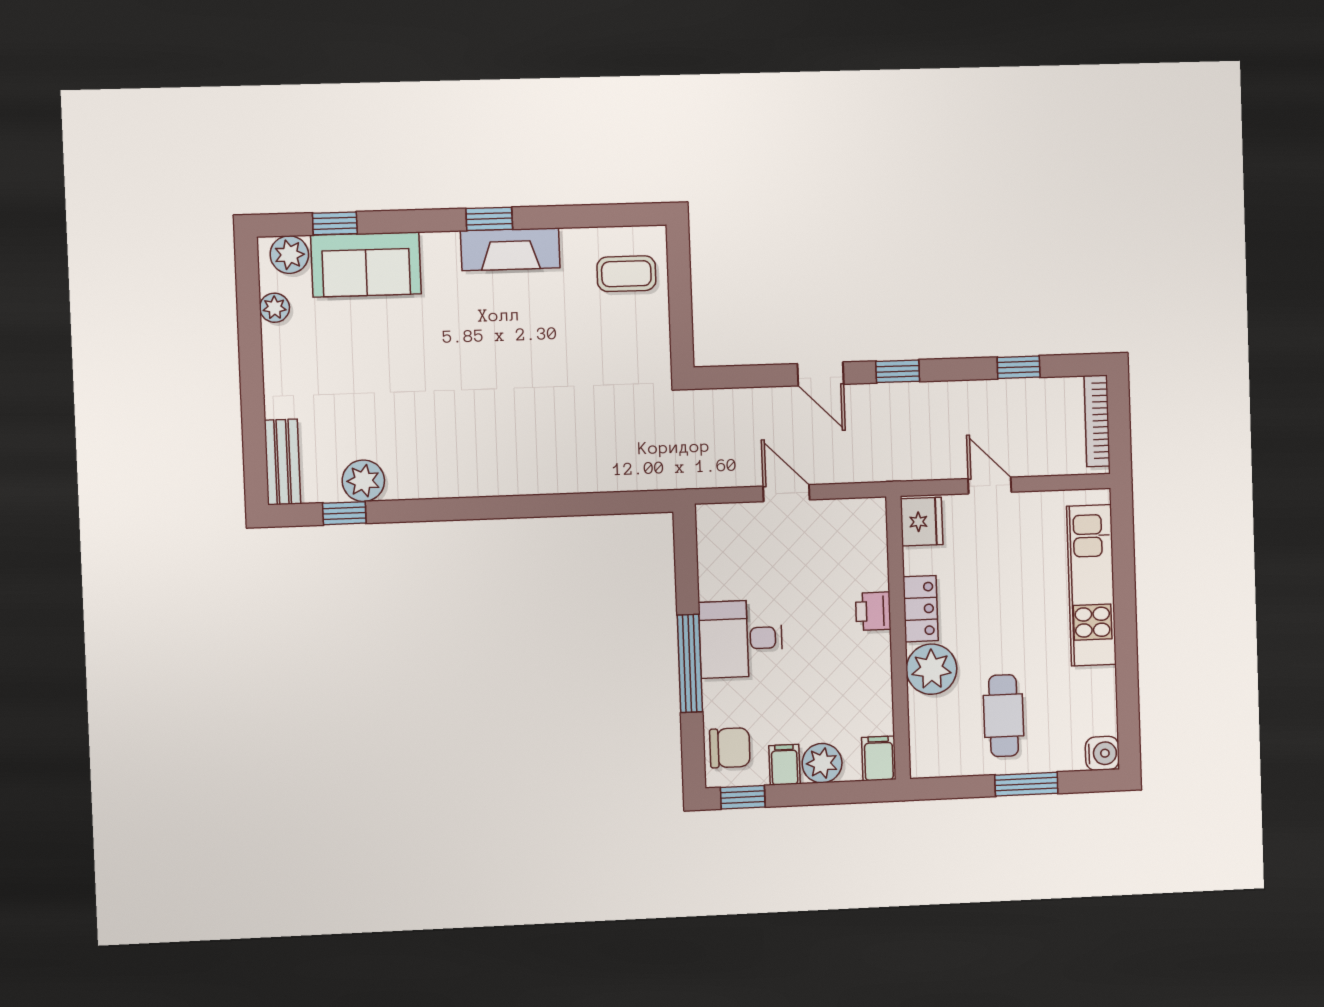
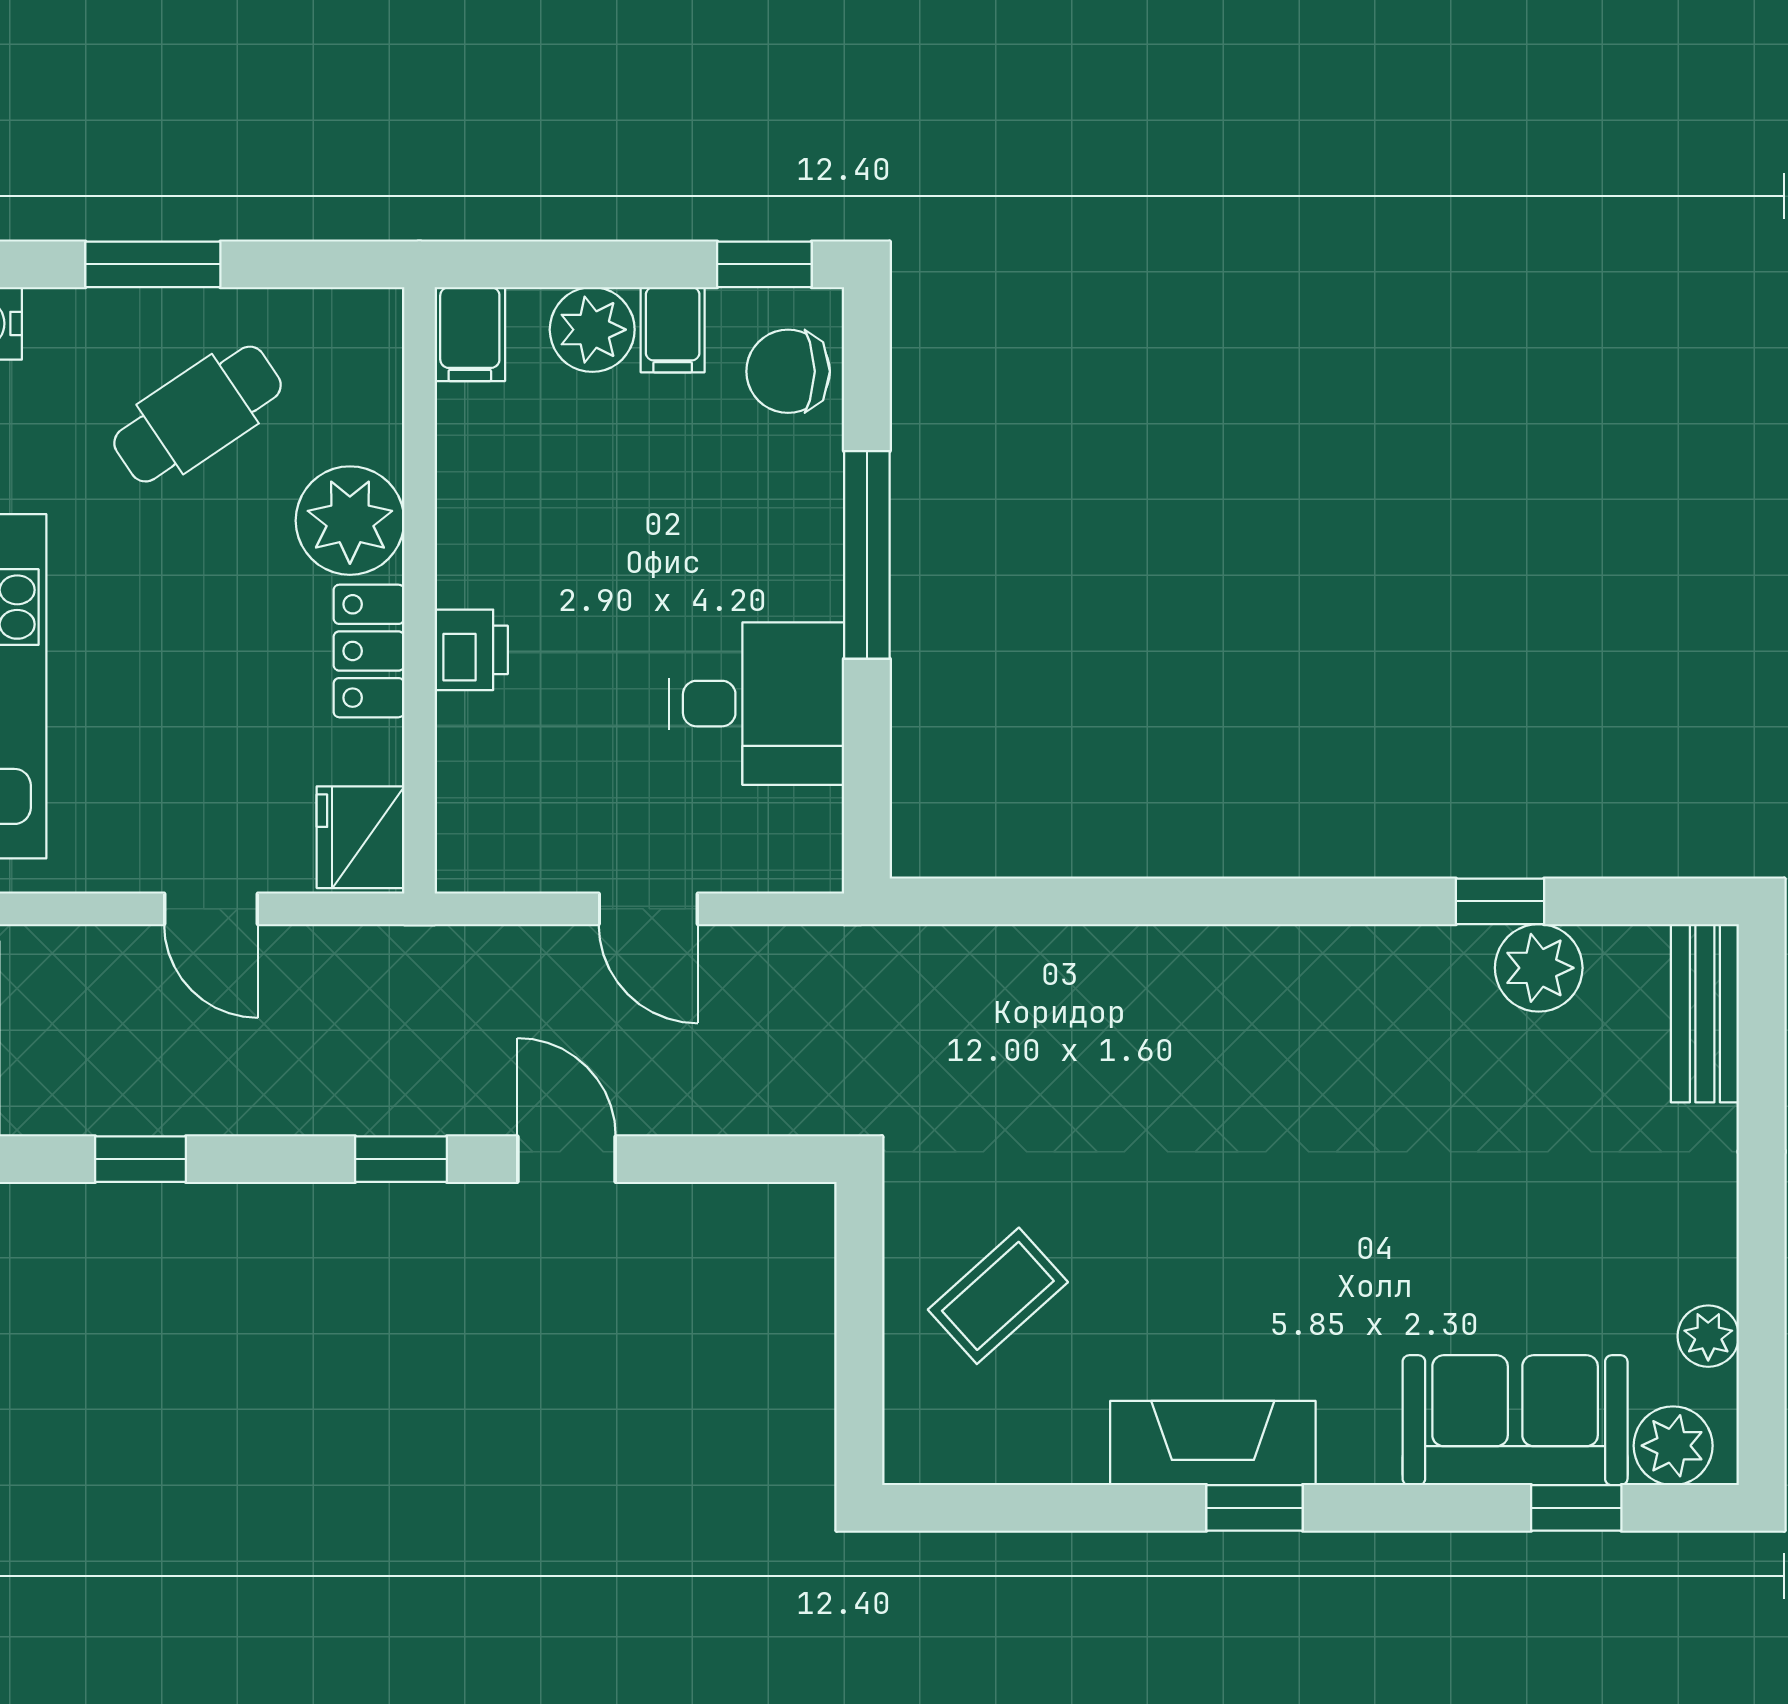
coffee table: (626, 274) -> (998, 1296), moved, turned -42
window: (344, 513) -> (1500, 901), moved
desk: (741, 639) -> (756, 704), moved
cafe table: (1004, 716) -> (198, 414), turned 56

